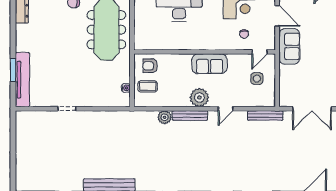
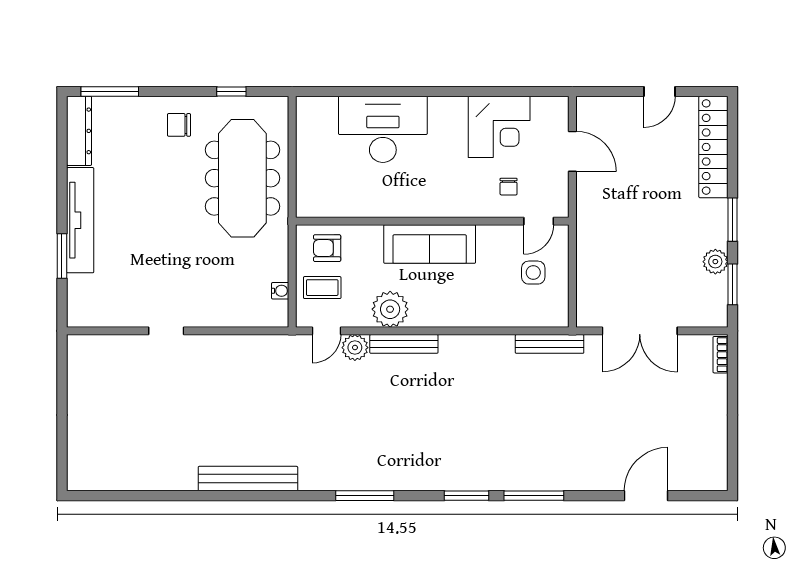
sofa: (289, 46) -> (596, 210), removed
sofa: (209, 64) -> (430, 244), width x1.36
tv unit: (22, 80) -> (80, 220), moved
plant: (199, 97) -> (390, 309), moved
door: (226, 109) -> (326, 331), moved

